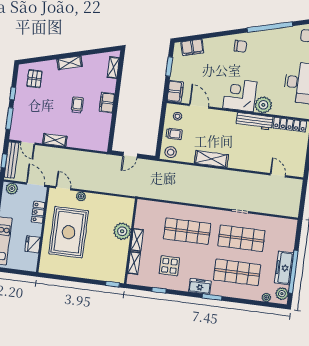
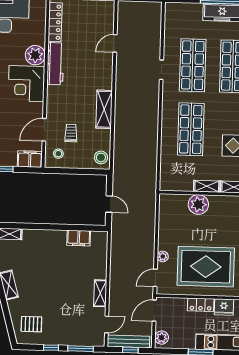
filing cabinet: (107, 103) -> (79, 238), moved
trolley: (77, 105) -> (57, 271), removed
trolley: (174, 134) -> (71, 133), moved
door: (278, 175) -> (115, 43), moved
locker: (38, 212) -> (201, 305), moved

